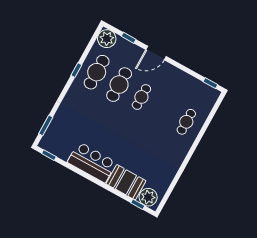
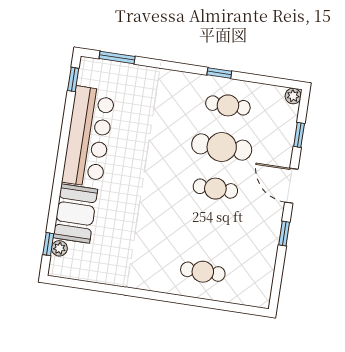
plant: (107, 39) -> (293, 96), width x0.53, depth x0.53
cafe table: (97, 72) -> (228, 105), width x0.73, depth x0.74
window: (210, 83) -> (284, 234), moved
bar counter: (92, 162) -> (88, 137), width x1.36
plant: (148, 197) -> (59, 248), width x0.53, depth x0.53

